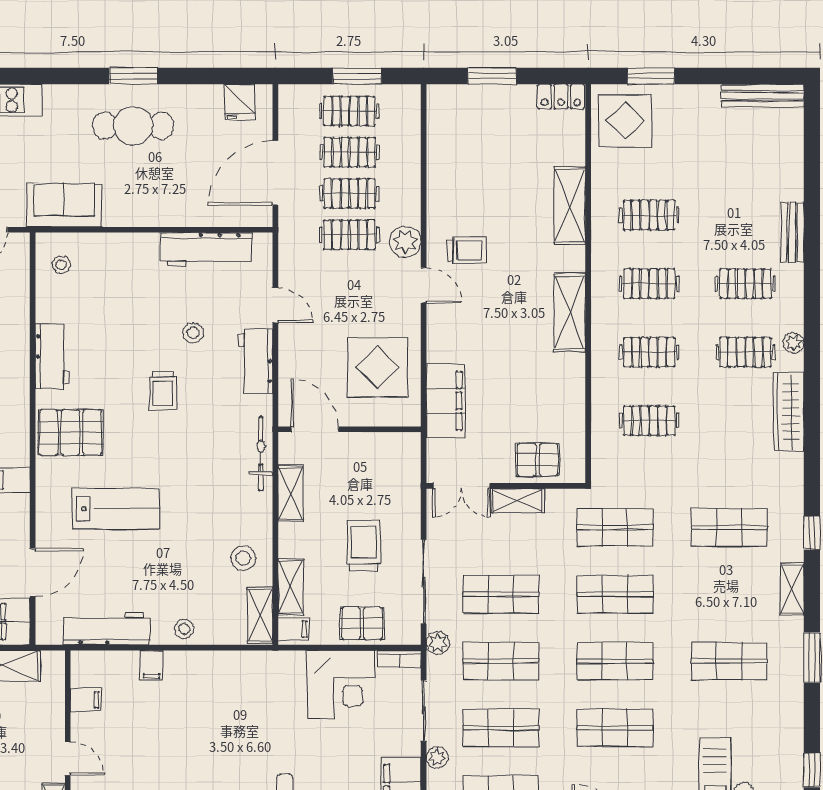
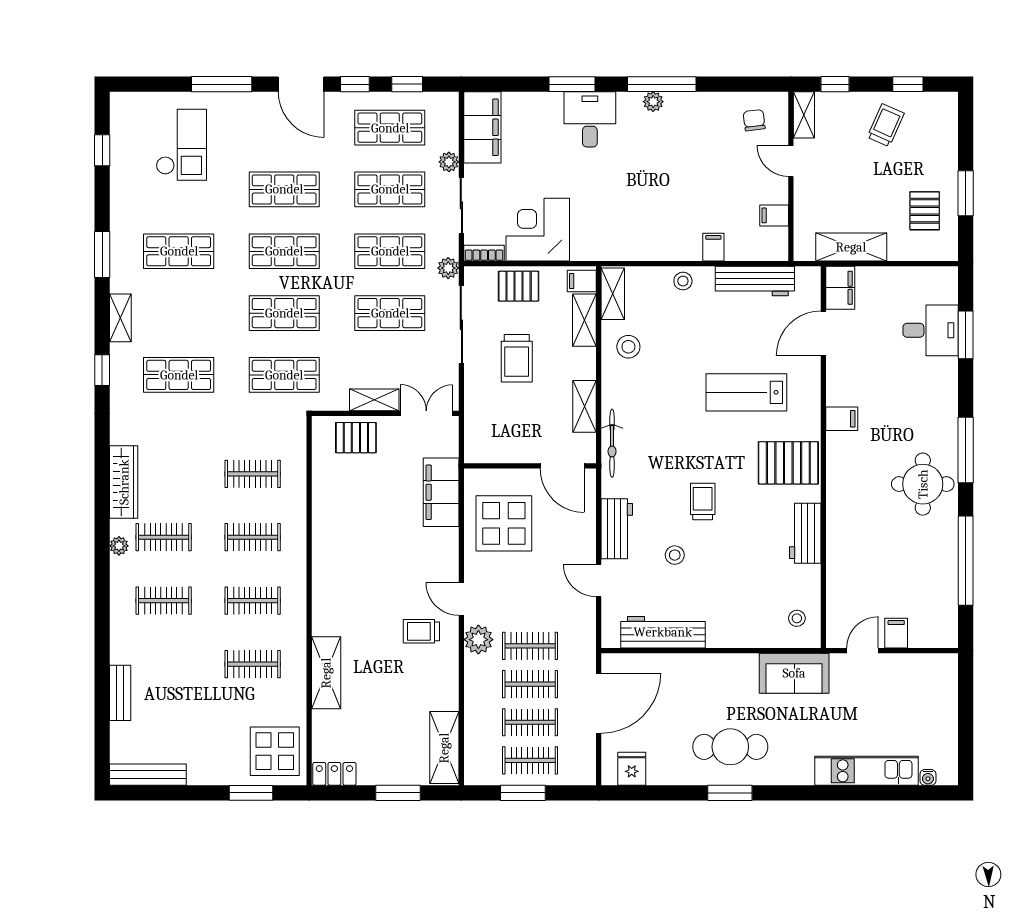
bench: (792, 232) -> (120, 693), moved
shelving: (570, 312) -> (444, 748), moved

